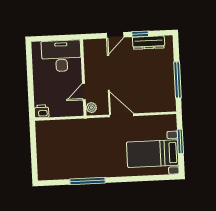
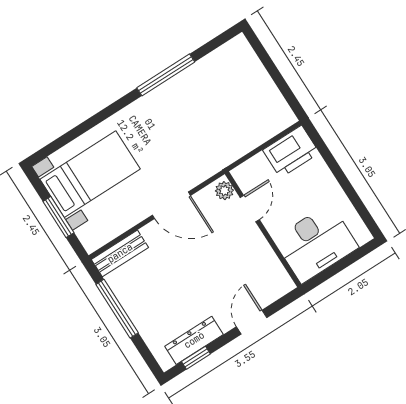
window: (140, 34) -> (196, 358), moved
bench: (160, 106) -> (120, 253), added
printer: (42, 111) -> (291, 151), width x1.87, depth x1.48

